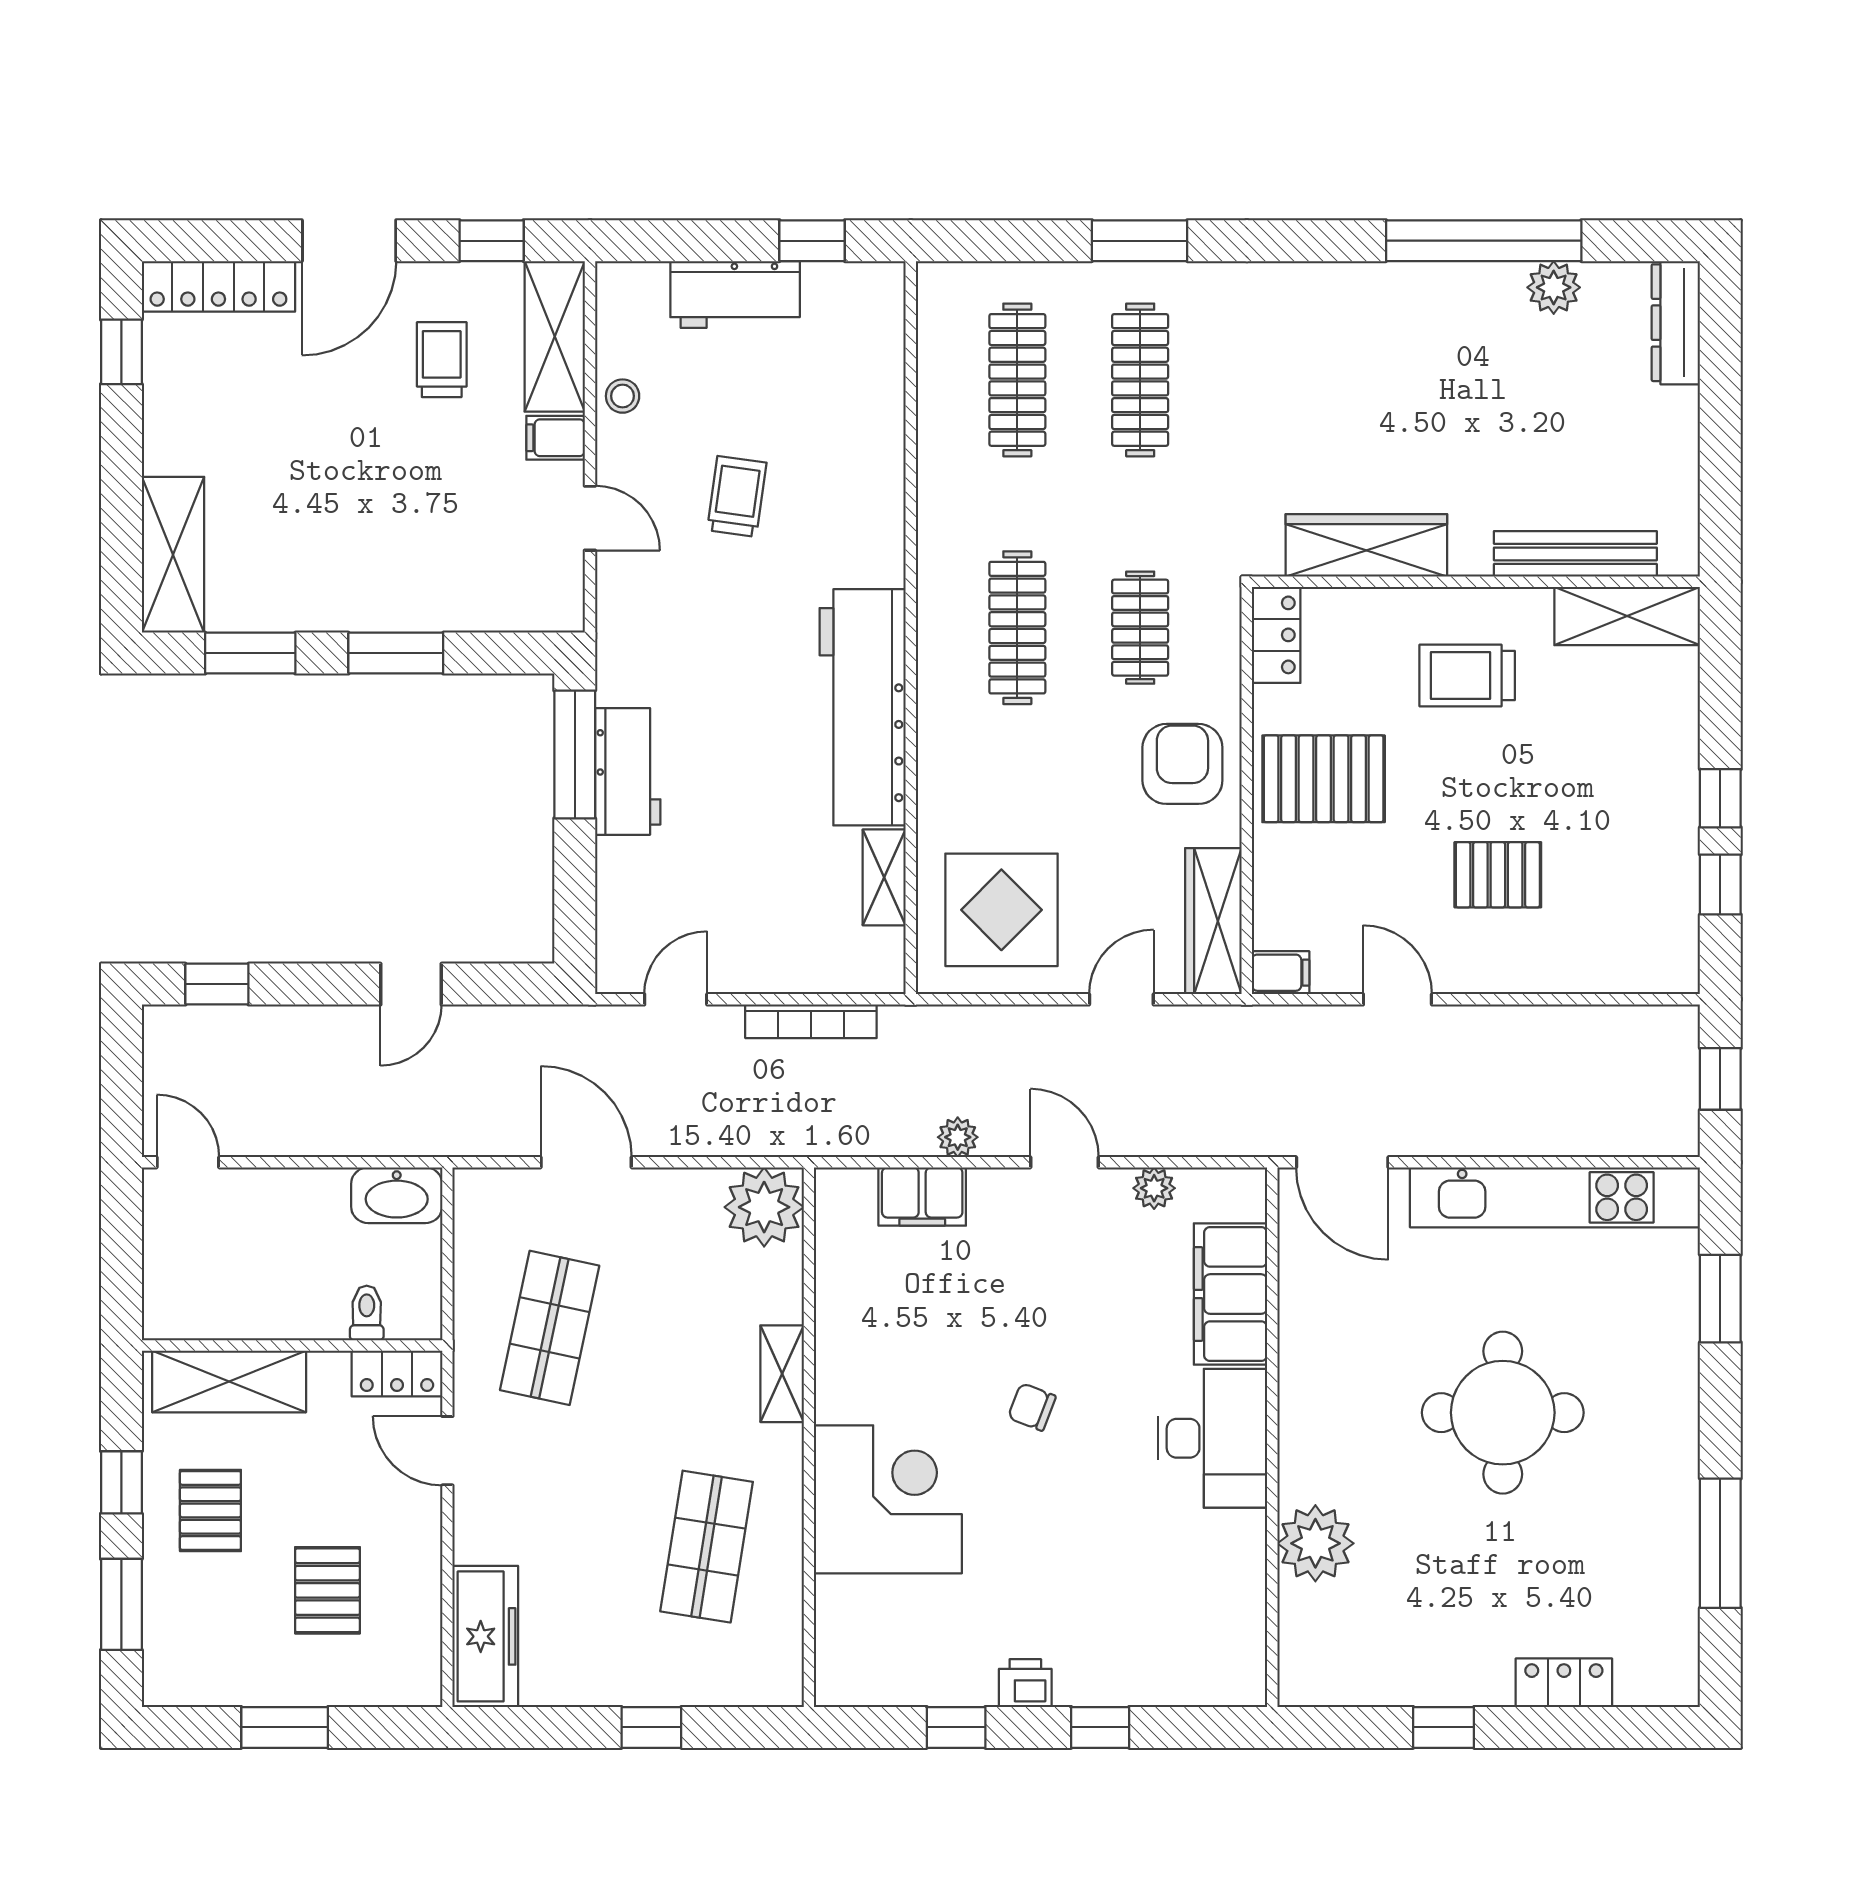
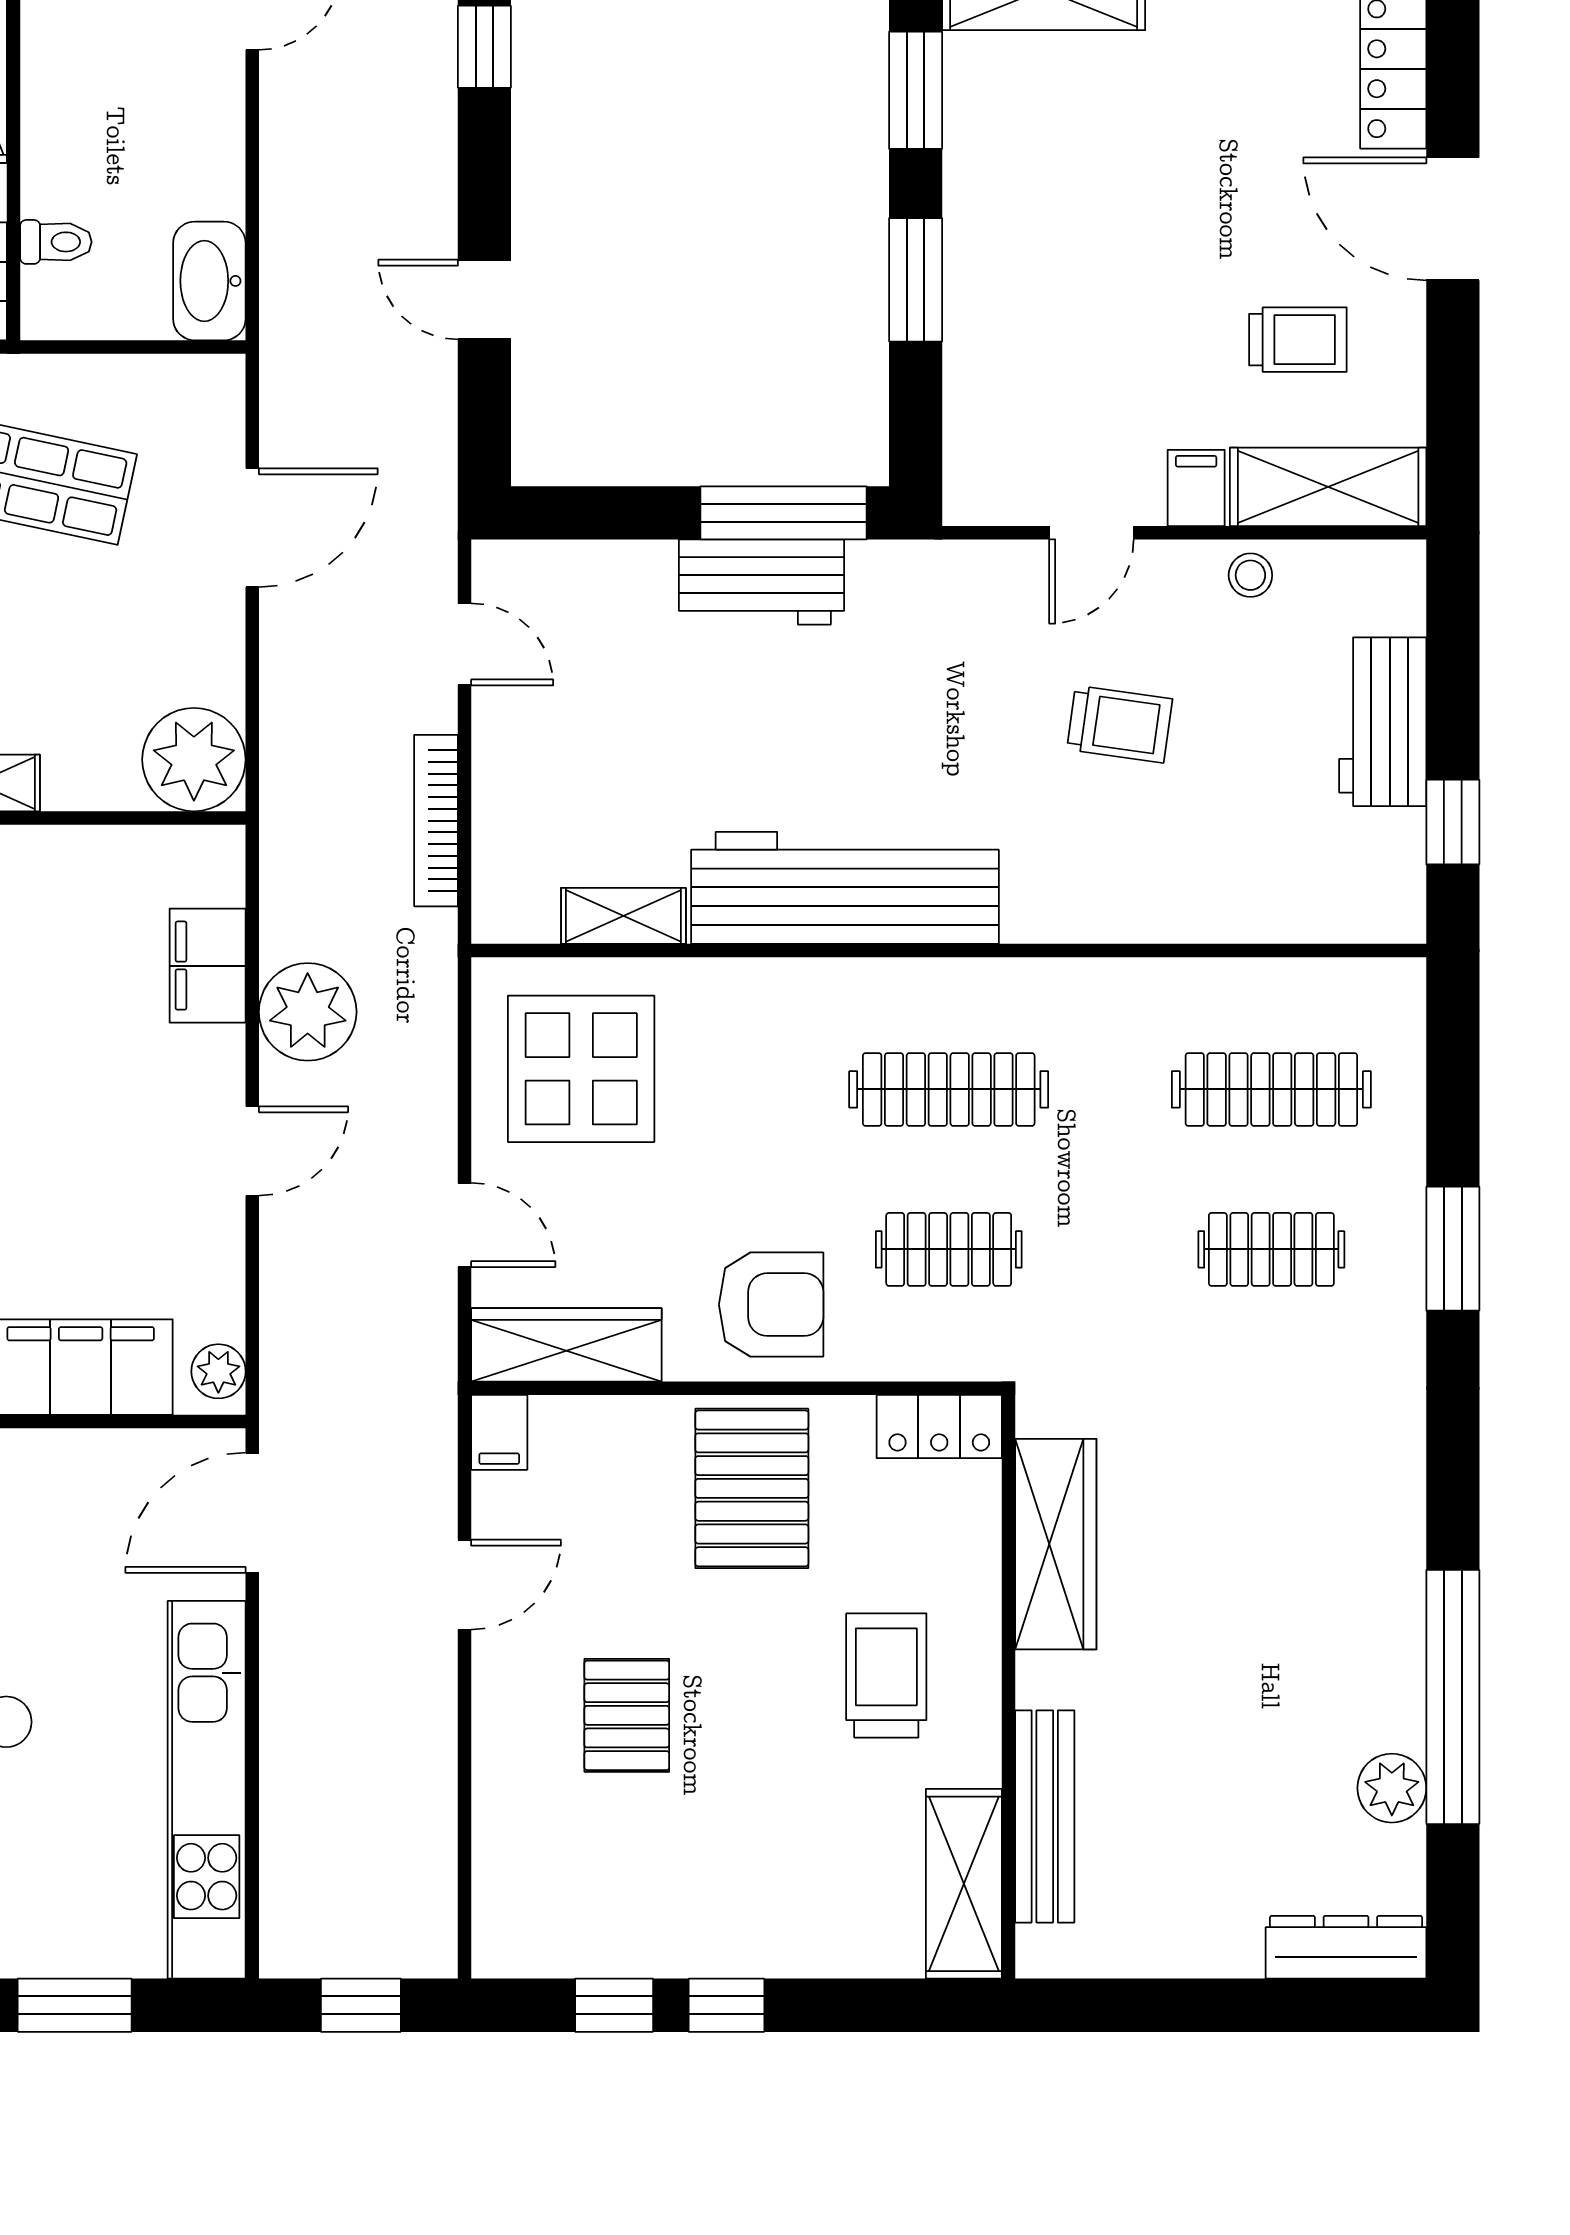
window: (492, 241) -> (1453, 405), removed
clothes rail: (1140, 380) -> (1271, 1249), width x0.73
plant: (958, 1137) -> (308, 1012), width x1.88, depth x1.88
plant: (1154, 1188) -> (218, 1371), moved

